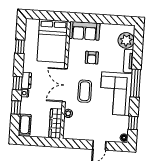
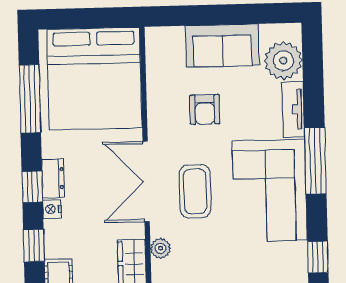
sofa: (84, 31) -> (222, 46), moved
bed: (52, 41) -> (94, 79), width x1.36
window: (20, 47) -> (30, 99), width x2.17

